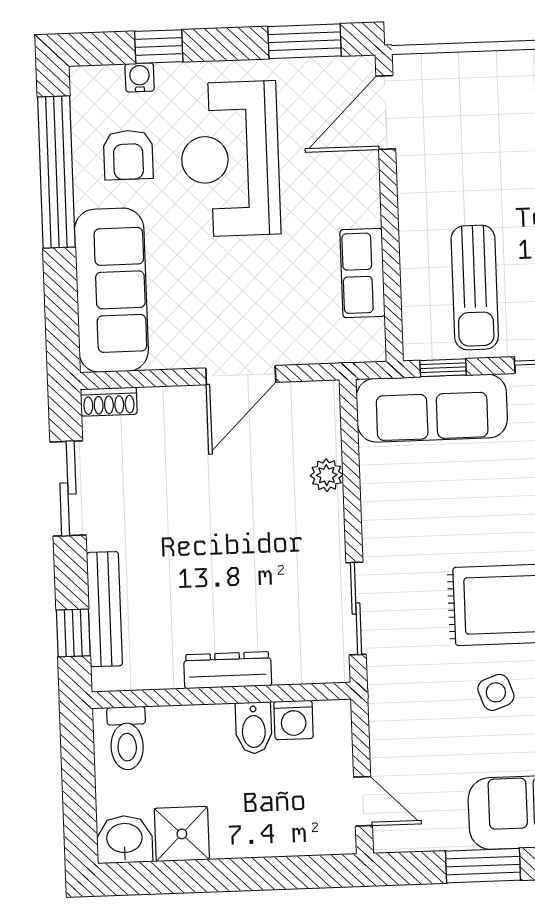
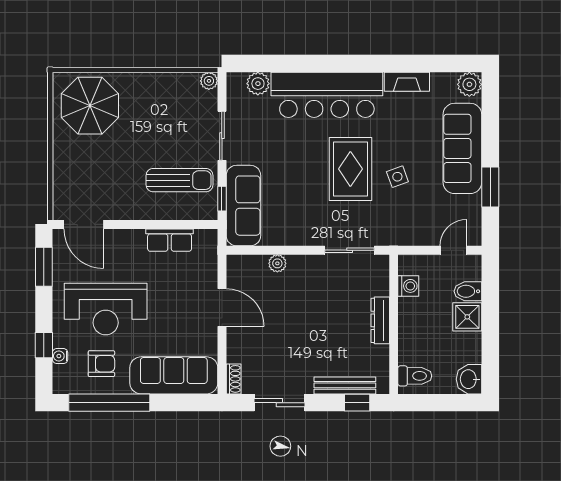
bidet: (254, 728) -> (468, 291), moved, turned 180
shower: (182, 834) -> (467, 317), moved

